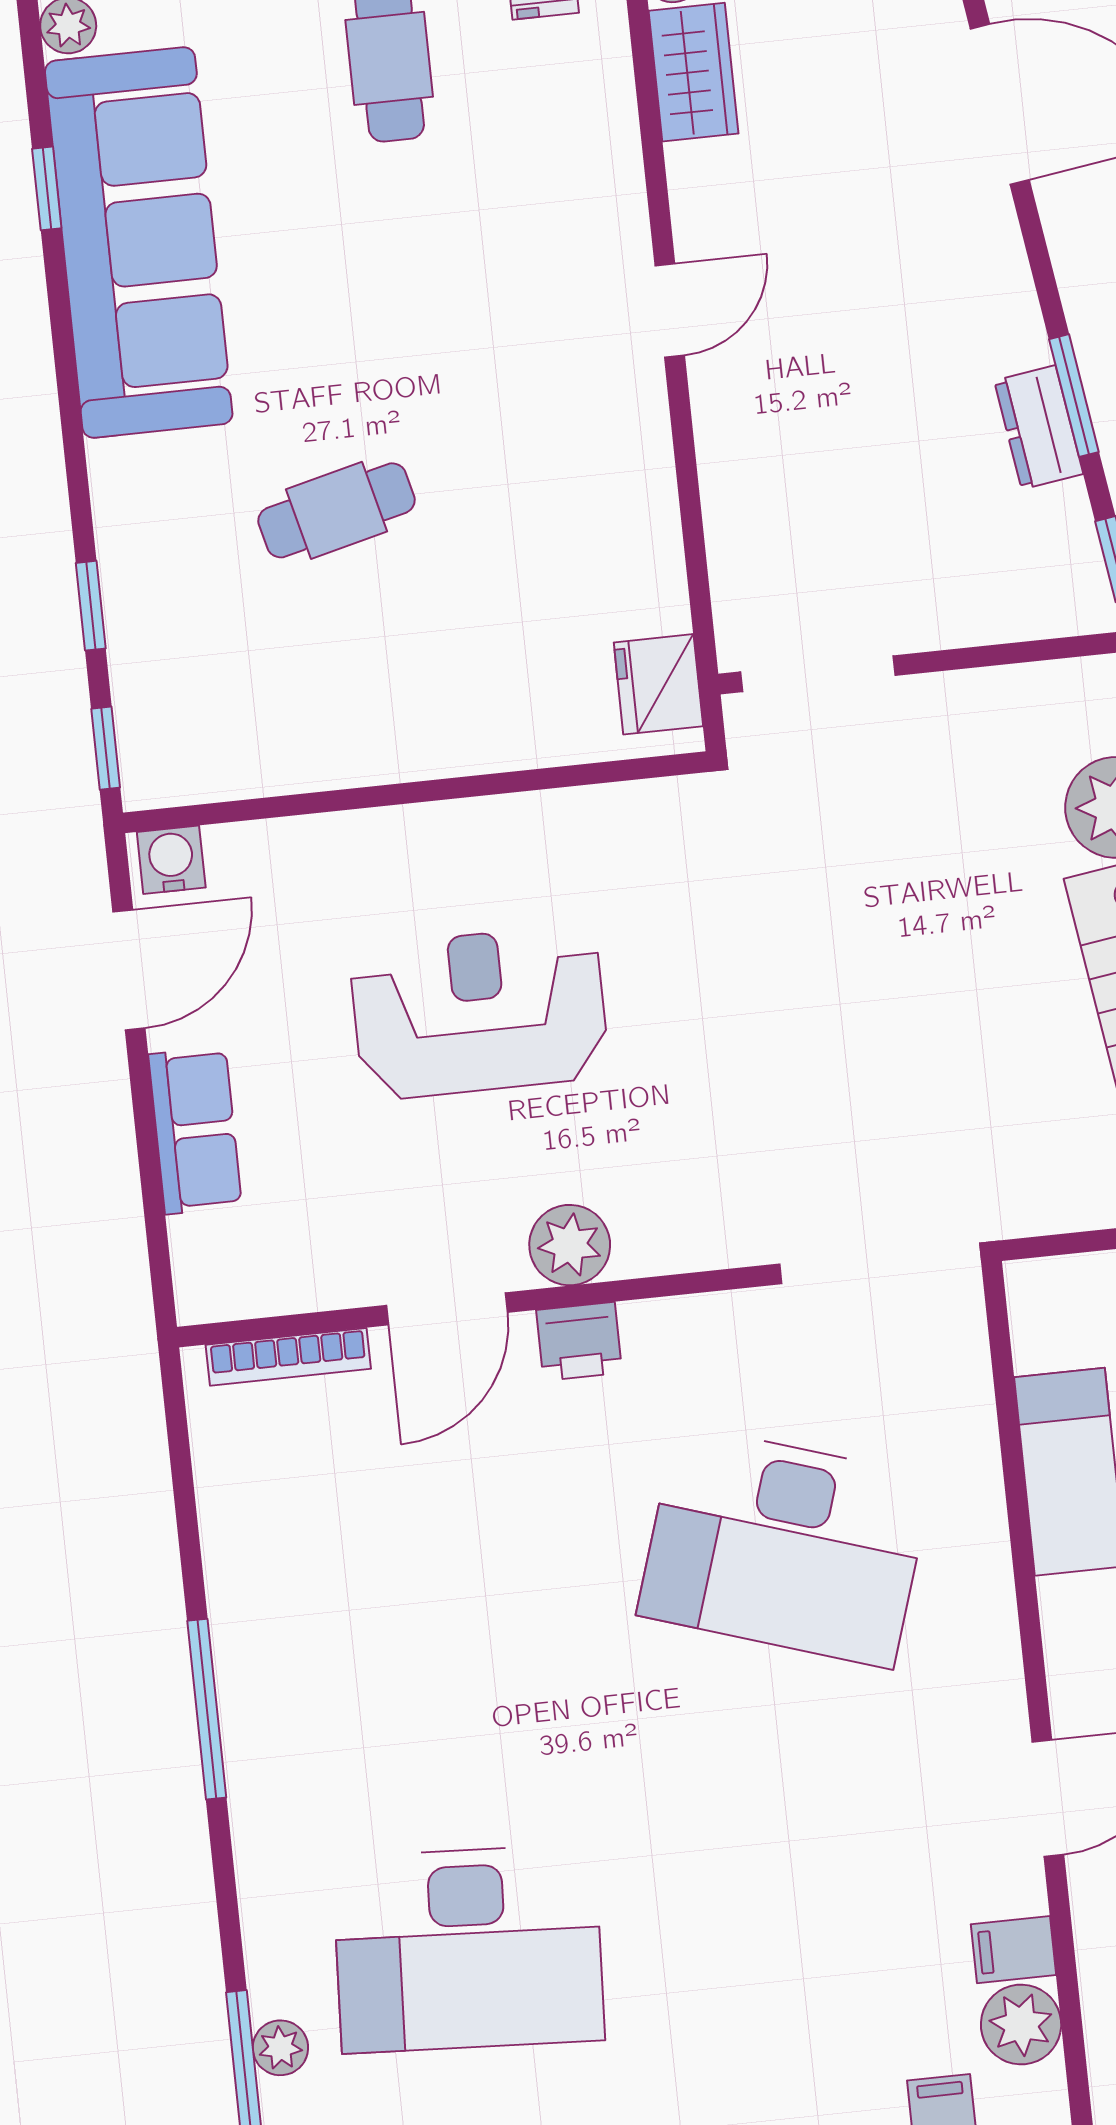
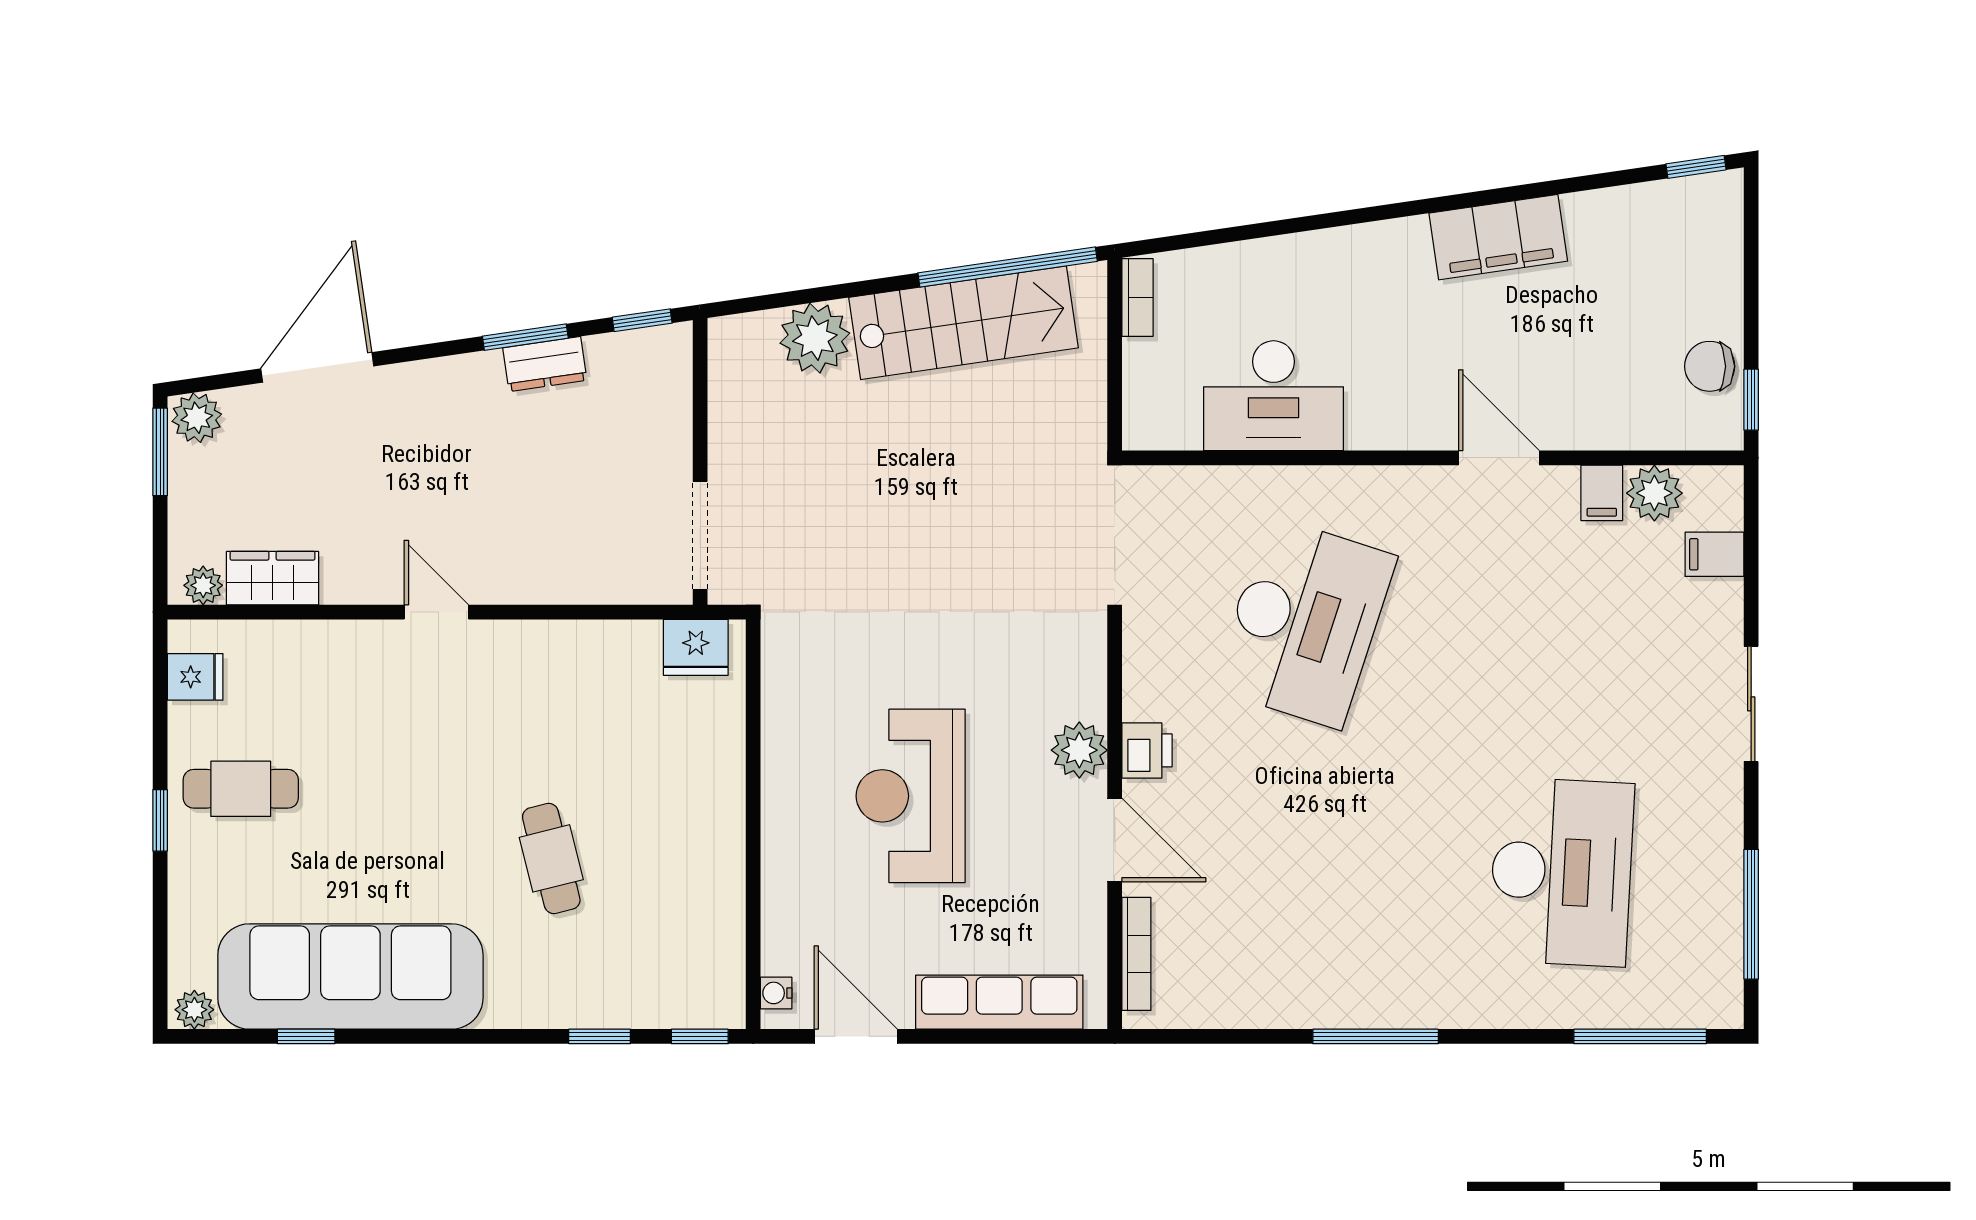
water cooler: (171, 860) -> (776, 993), width x0.72, depth x0.72
row of seats: (195, 1130) -> (999, 1002), width x1.48
plant: (280, 2048) -> (1616, 1010), removed

